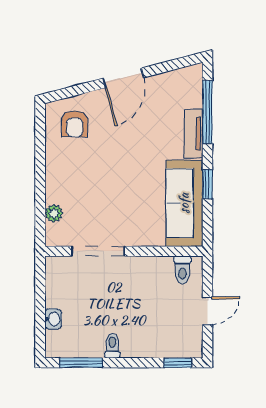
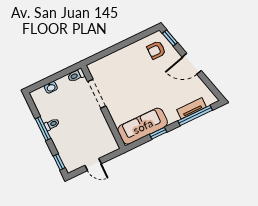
window: (66, 93) -> (170, 38), added
tv unit: (193, 134) -> (191, 108), moved
plant: (54, 213) -> (105, 62), removed
toilet: (182, 270) -> (76, 75), moved
window: (81, 363) -> (43, 129), moved

